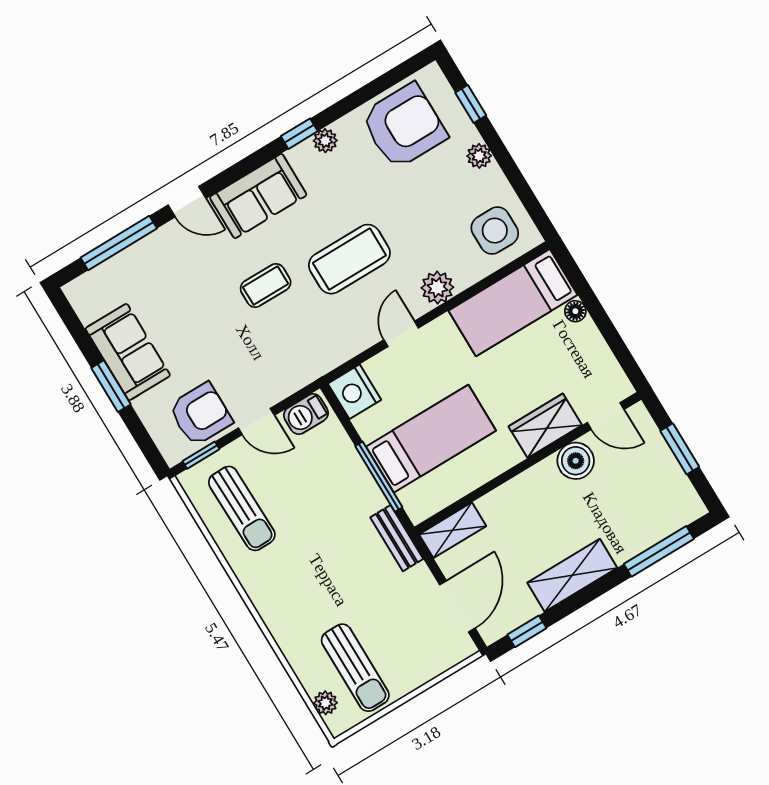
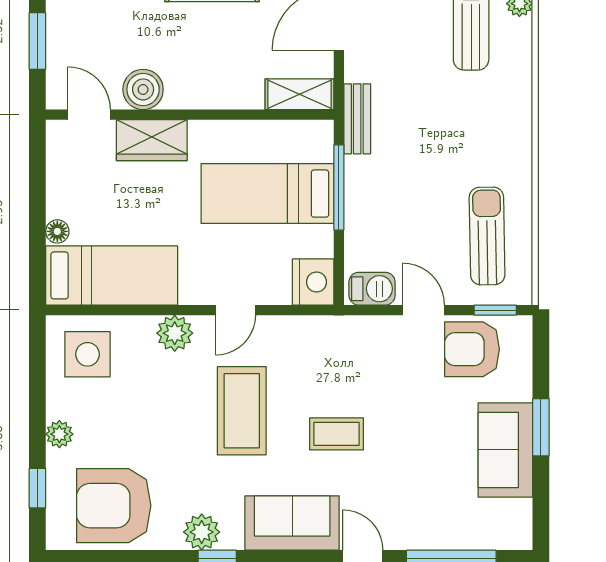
plant: (325, 141) -> (202, 532), width x1.38, depth x1.38
coffee table: (349, 259) -> (242, 411), turned 90

